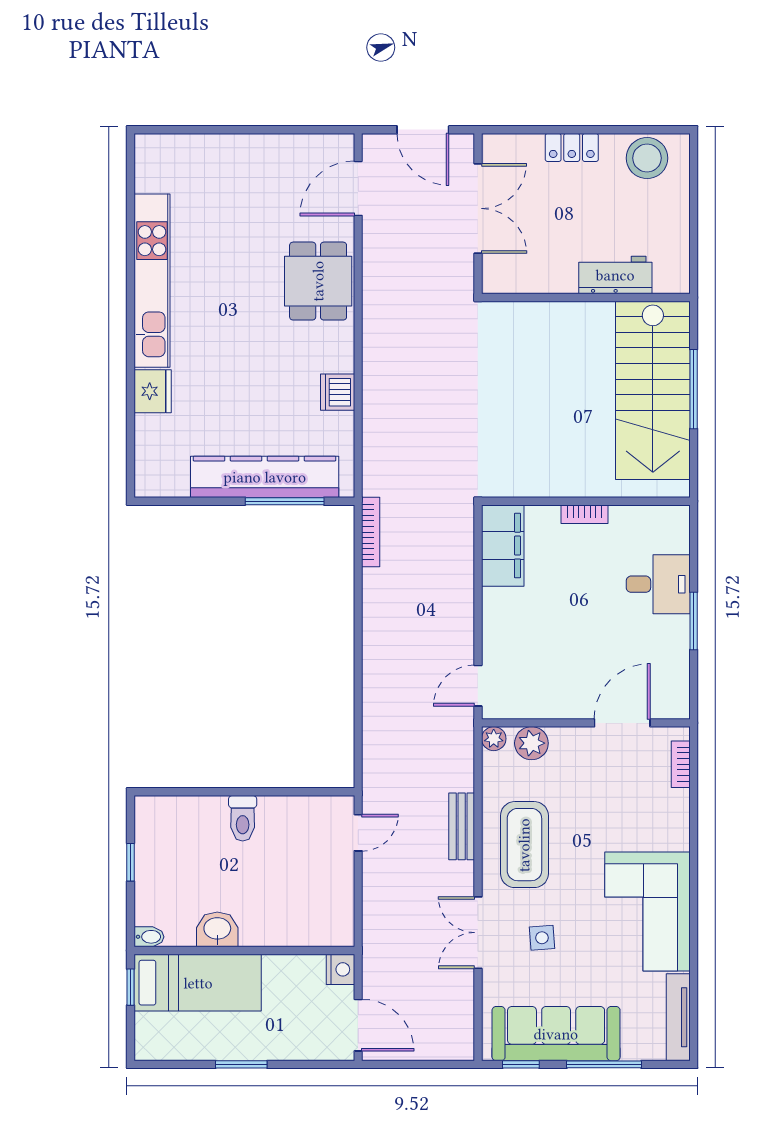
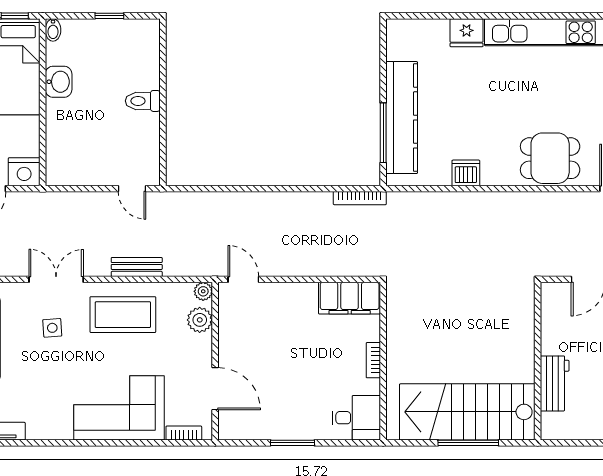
desk: (658, 584) -> (356, 418), moved, turned -90
corner sofa: (647, 911) -> (119, 408), moved
nightstand: (341, 969) -> (24, 172), width x1.36, depth x1.33

